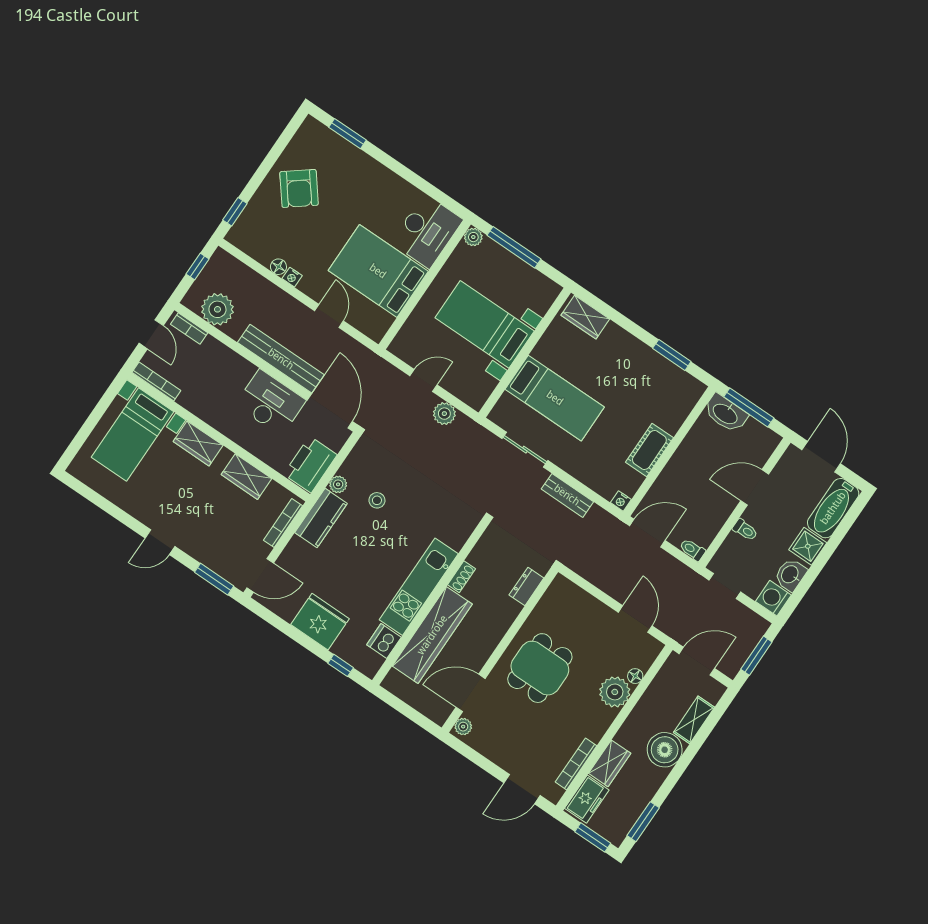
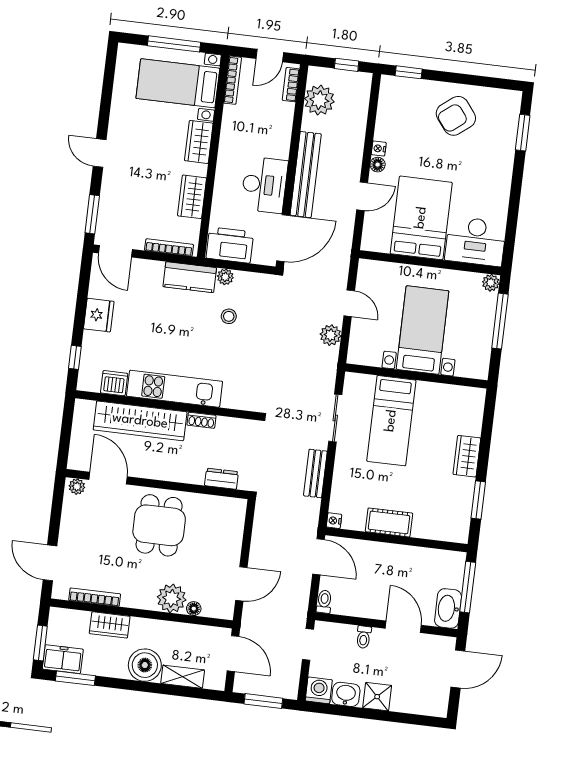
floor lamp: (278, 267) -> (378, 165), moved
wardrobe: (585, 317) -> (467, 456), moved
washbasin: (726, 413) -> (448, 608), moved
window: (94, 419) -> (174, 44), added
bathtub: (833, 508) -> (420, 701), removed
fridge: (320, 622) -> (99, 315), width x0.73, depth x0.75
dining table: (540, 668) -> (159, 525), turned 90
freezer: (587, 799) -> (63, 659), moved, turned 180

